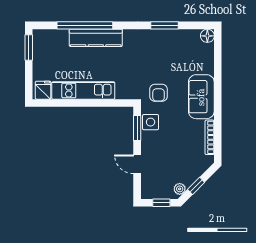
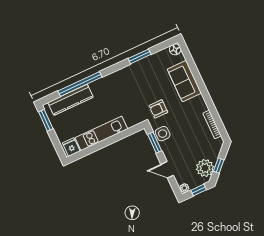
kitchen counter: (96, 38) -> (70, 100), moved
armchair: (159, 93) -> (158, 109), turned 90
sofa: (201, 97) -> (184, 81), moved
plant: (180, 189) -> (205, 168), width x1.88, depth x1.88
plant: (147, 193) -> (184, 188), added

